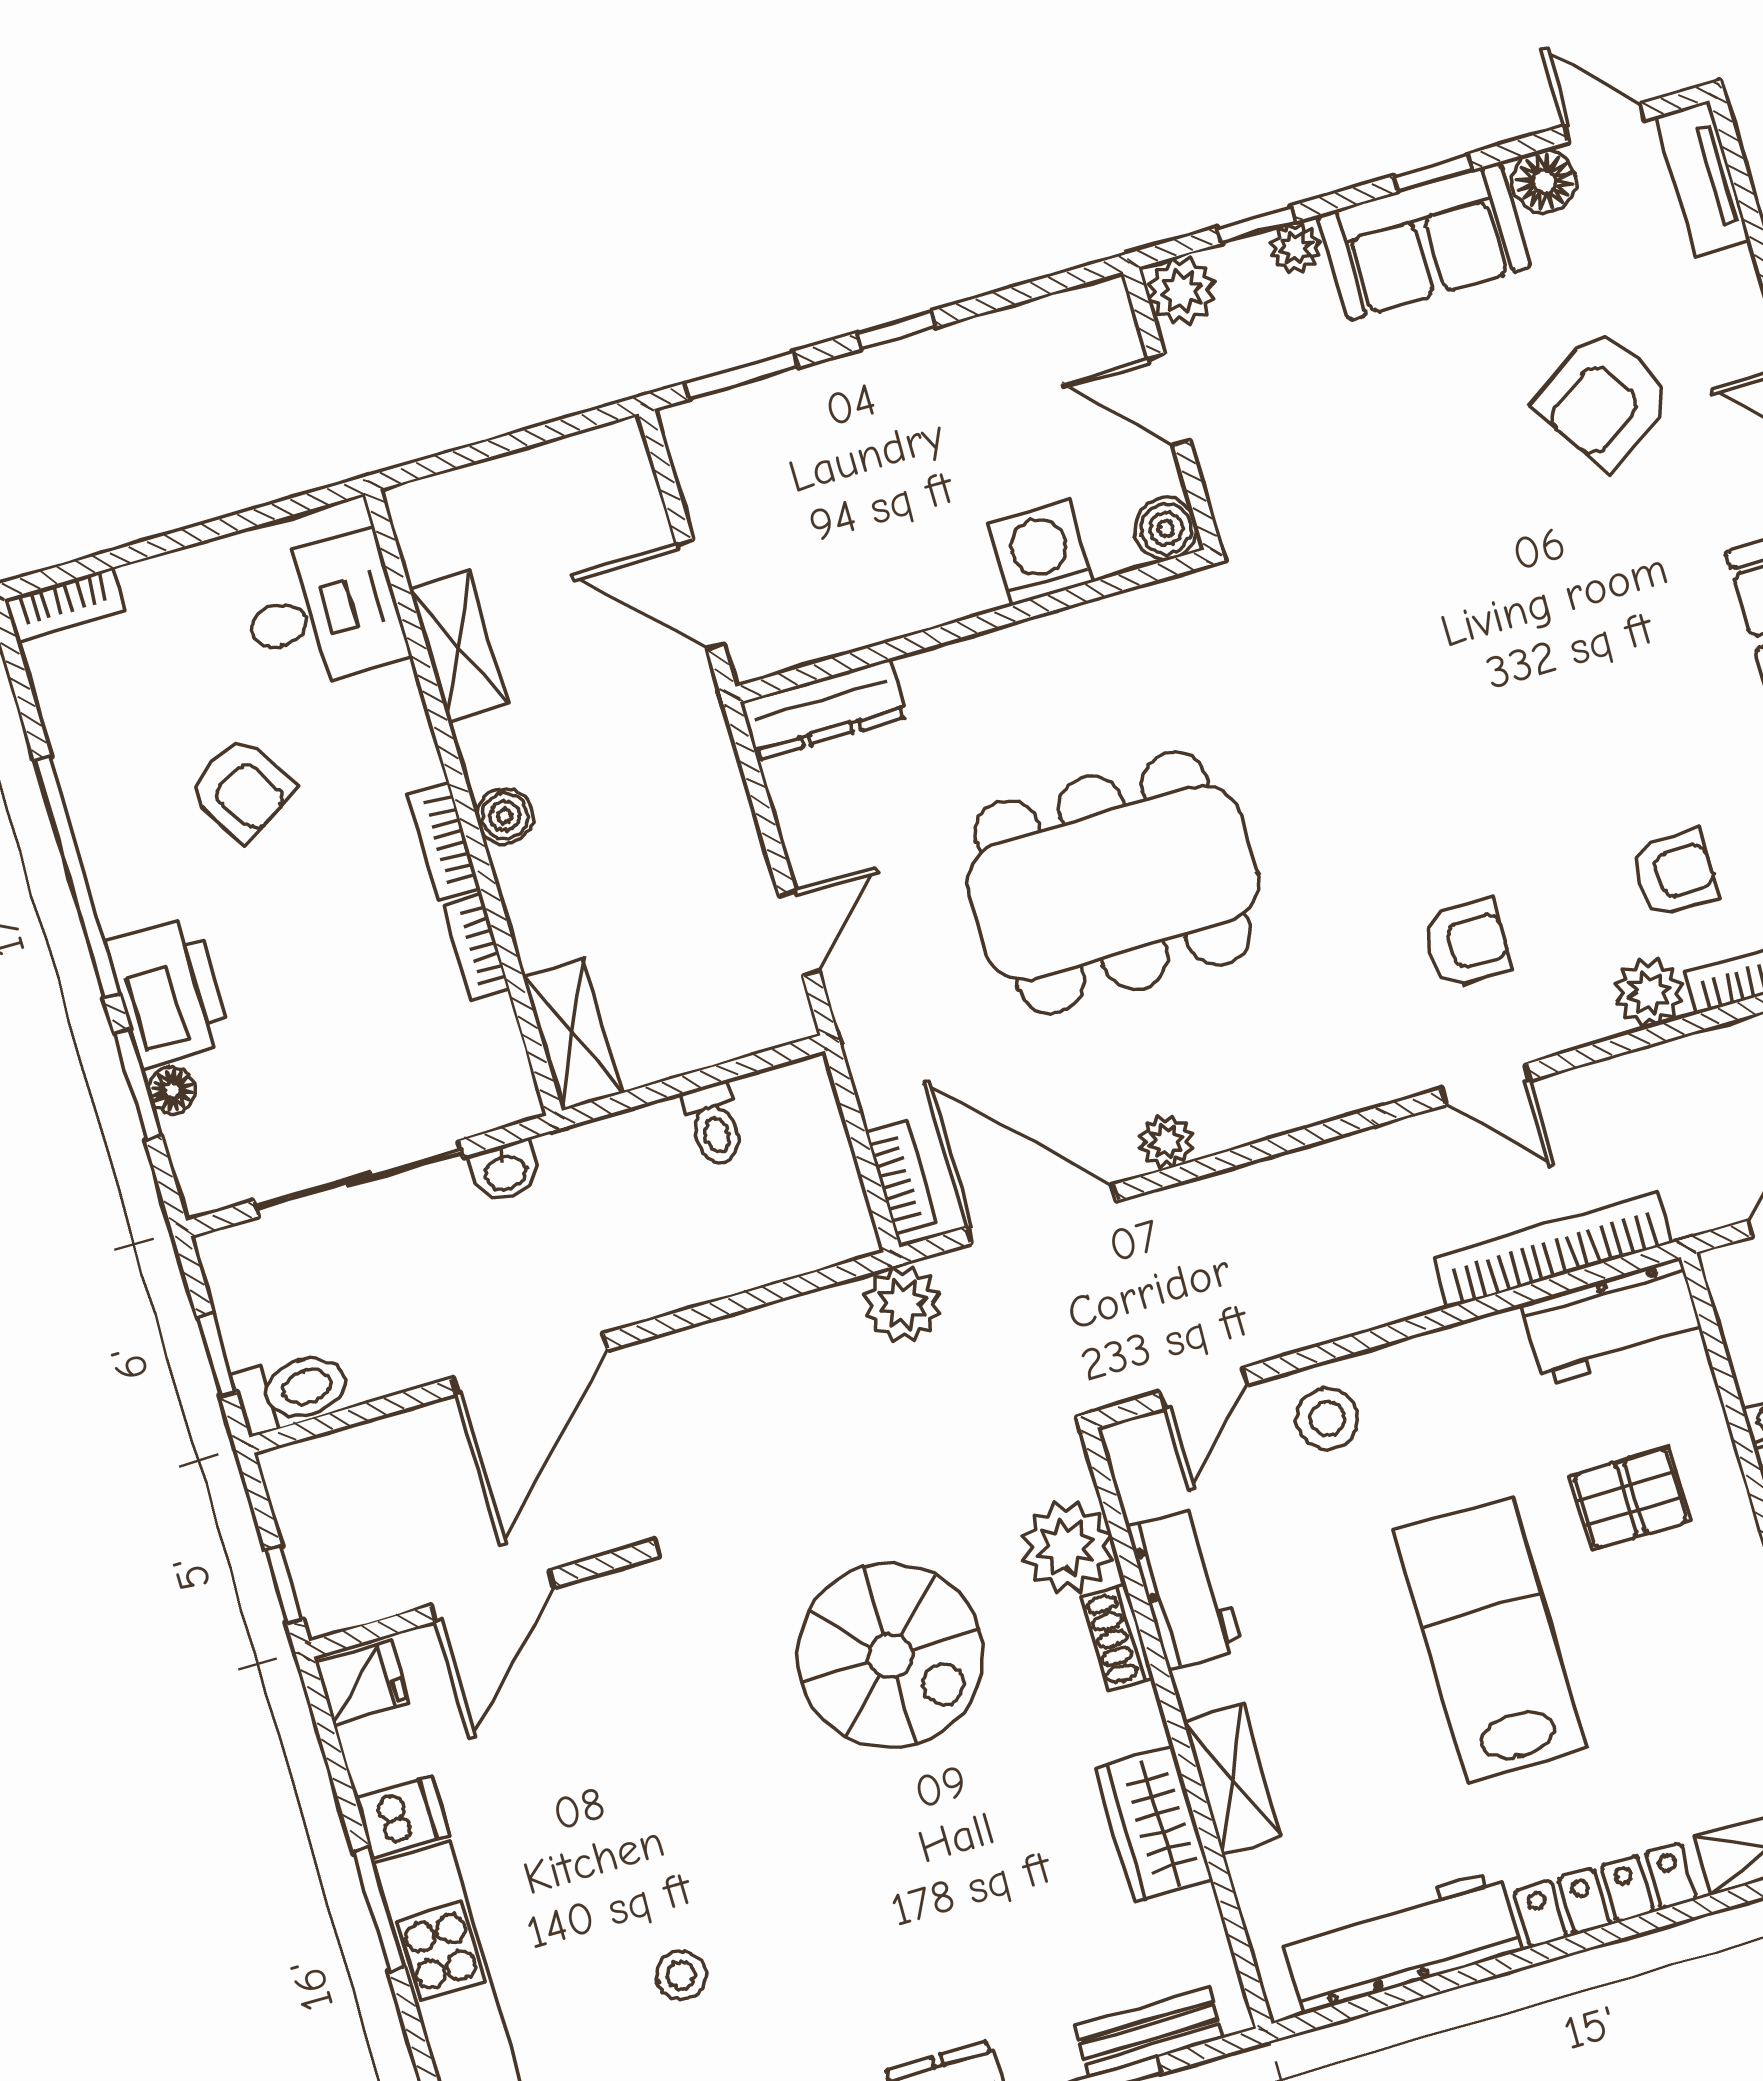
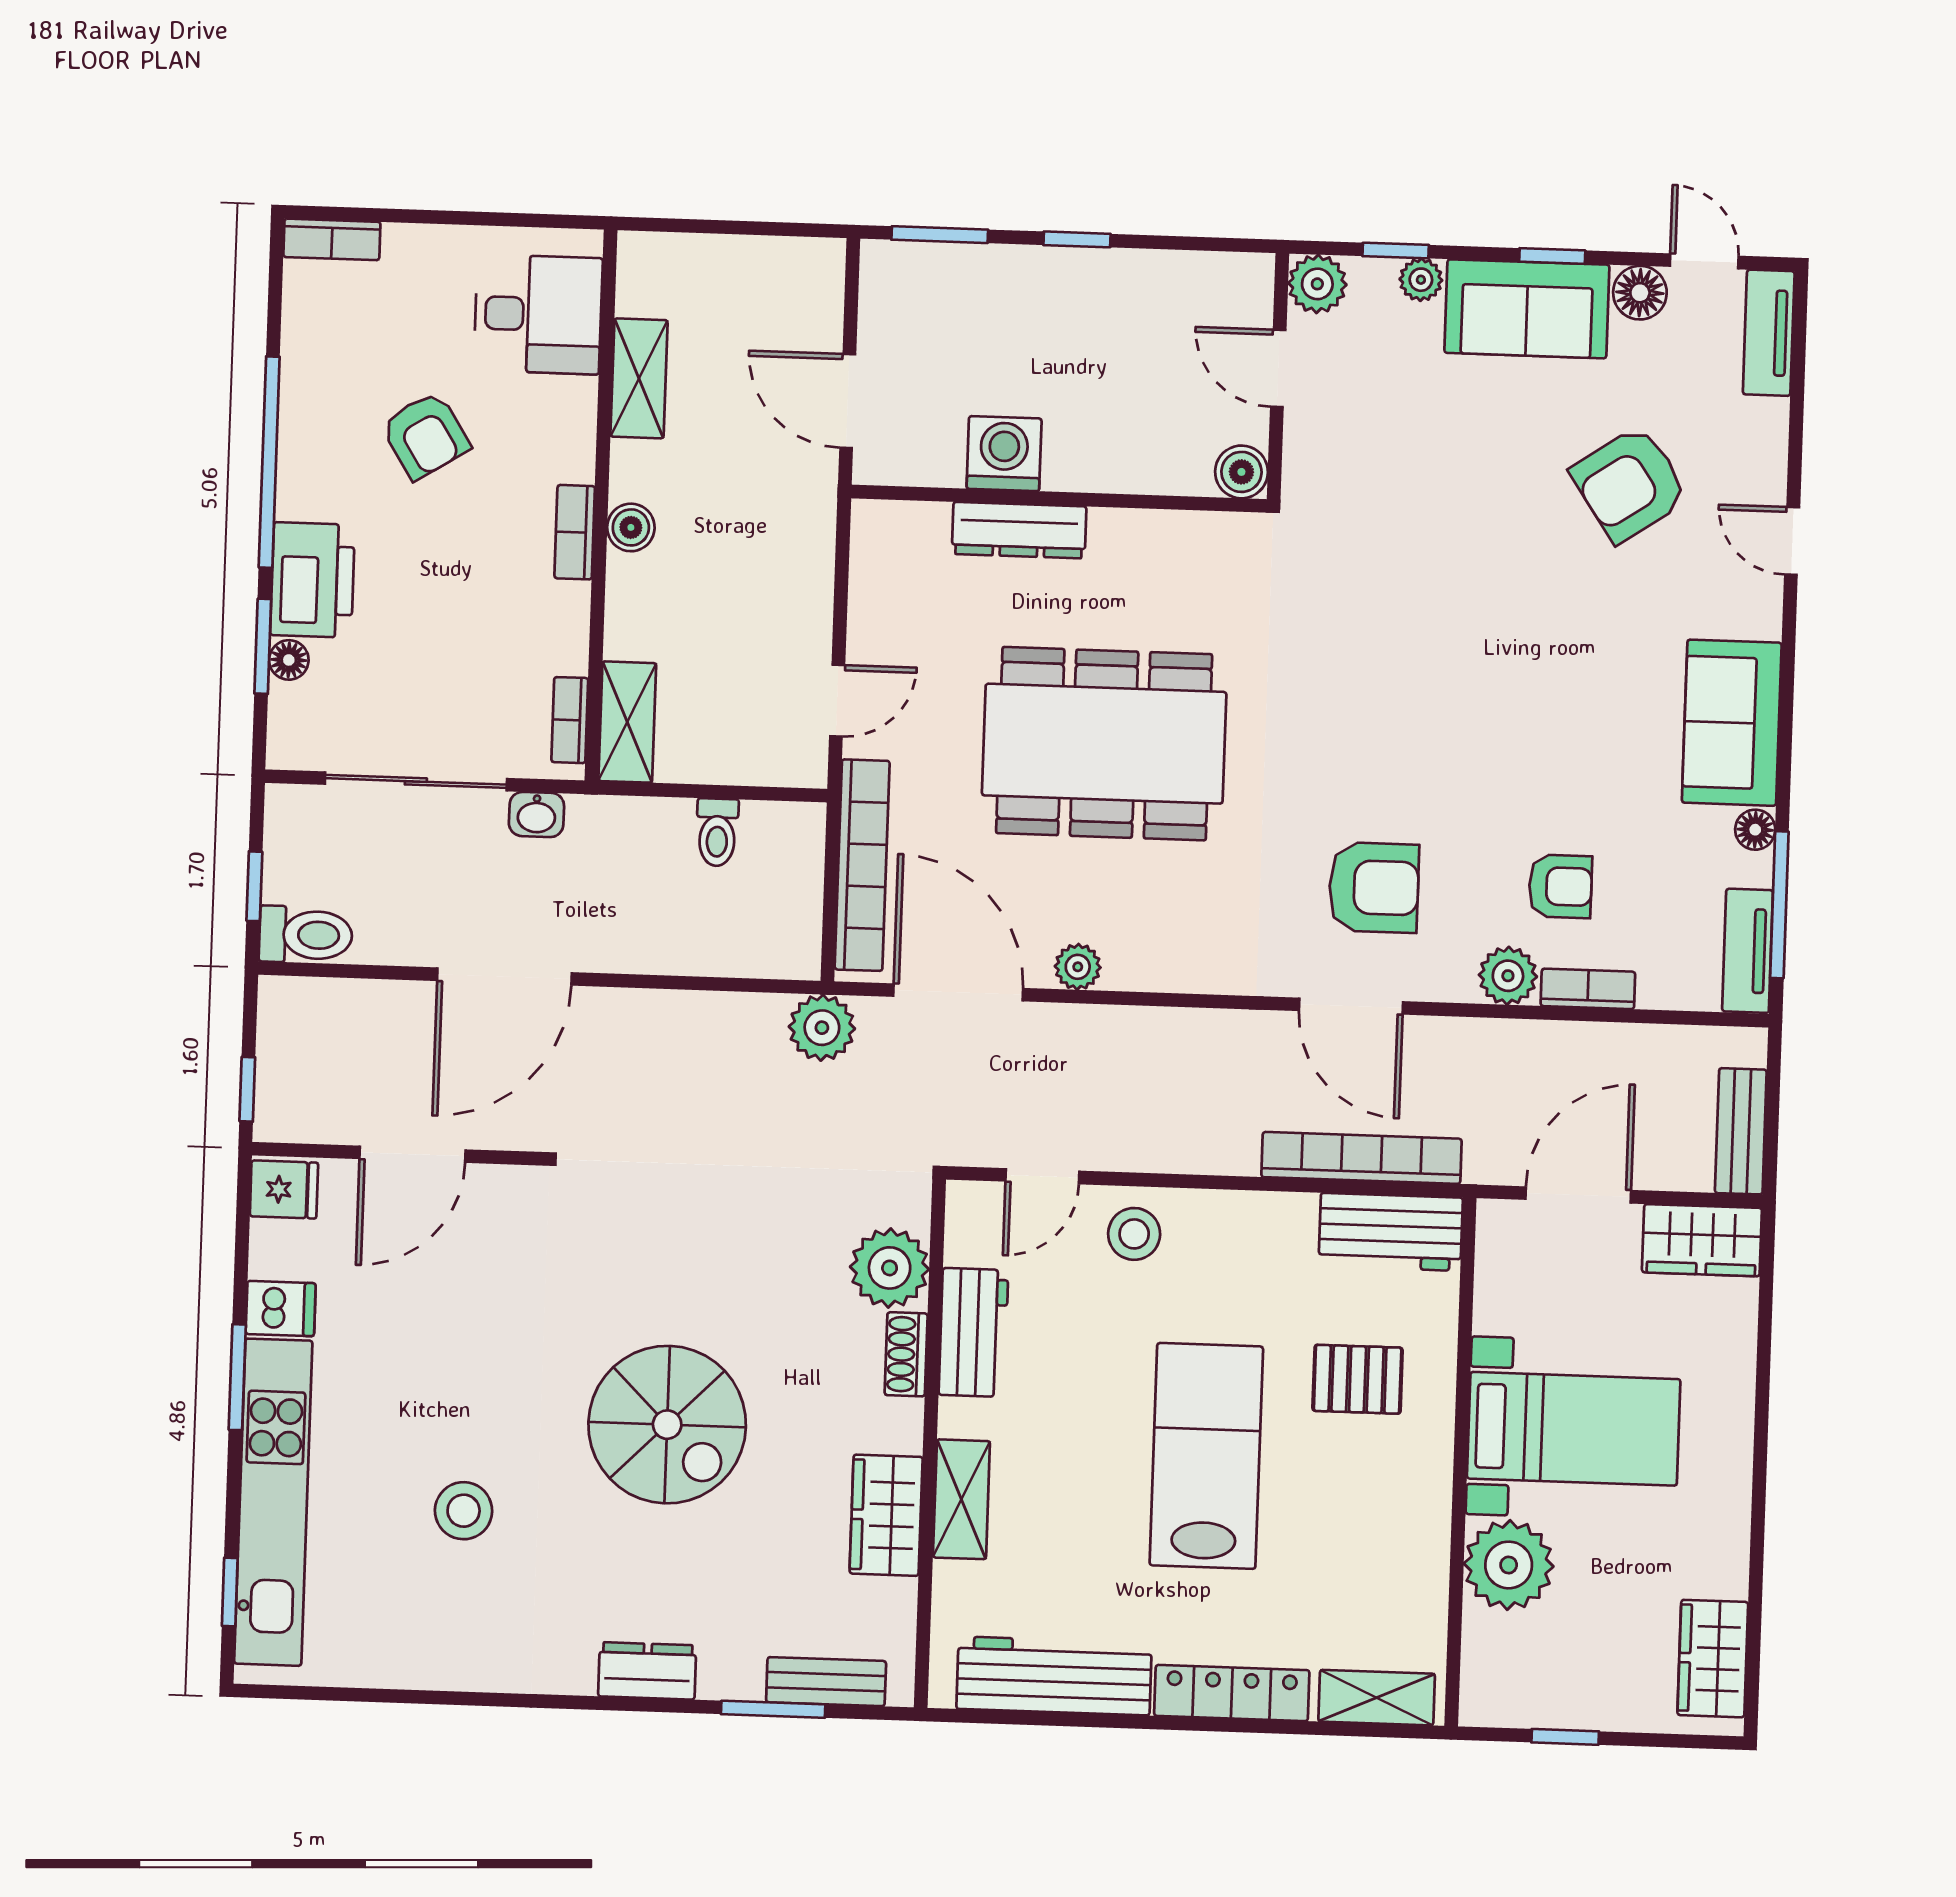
washing machine: (1040, 553) -> (1004, 454), moved
dresser: (824, 710) -> (1019, 530), moved
armchair: (1467, 944) -> (1374, 887), width x1.38, depth x1.38
bookcase: (477, 947) -> (570, 720), moved
door: (1485, 1084) -> (1351, 1006), width x1.38
bookcase: (901, 1177) -> (862, 865), width x2.31, depth x1.31
spiral stairs: (890, 1656) -> (667, 1425), moved
stool: (681, 1975) -> (464, 1511), width x1.37, depth x1.37

